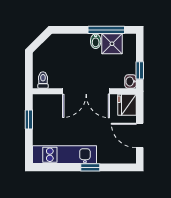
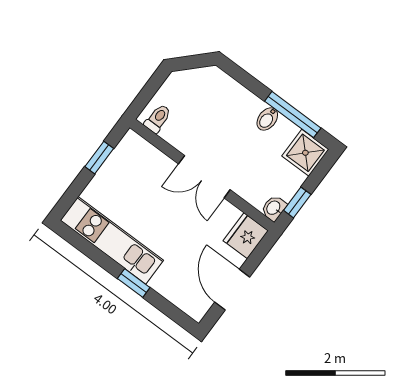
shower: (112, 44) -> (305, 153), moved
double door: (86, 91) -> (204, 177), width x0.73

